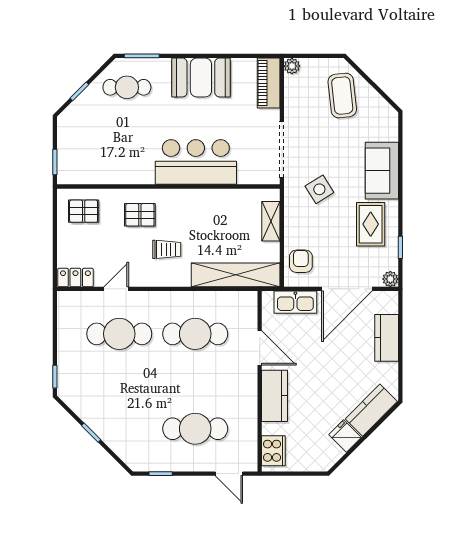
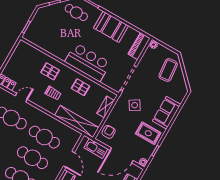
pallet: (84, 211) -> (80, 87), moved
rug: (371, 224) -> (148, 133), turned 90
cafe table: (195, 381) -> (32, 158), added

